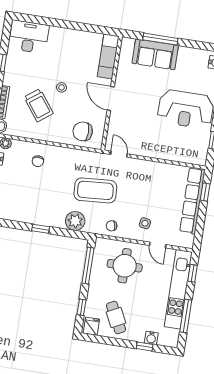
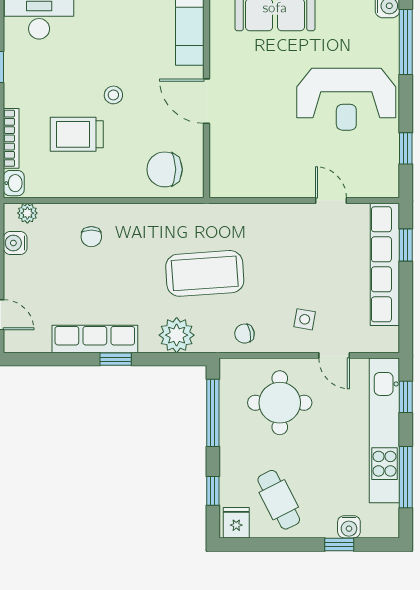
trolley: (39, 105) -> (77, 134), turned 127
door: (119, 154) -> (331, 201), moved
row of seats: (31, 216) -> (95, 339), added

